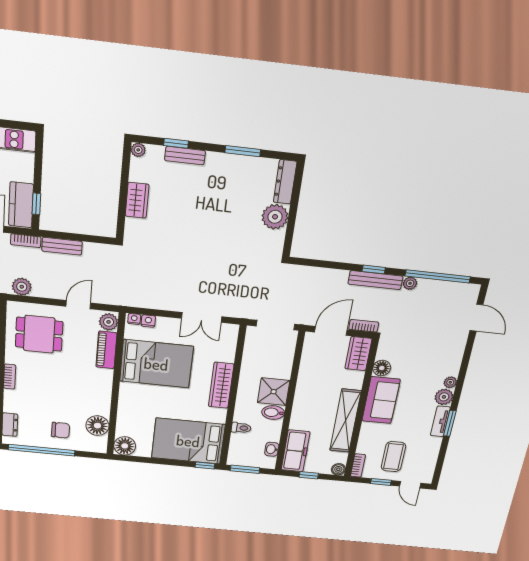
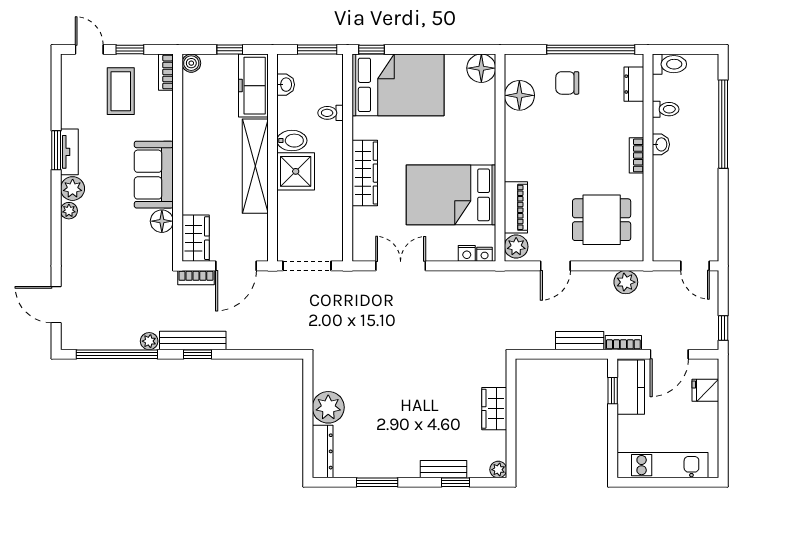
shelving: (345, 421) -> (255, 166), moved

